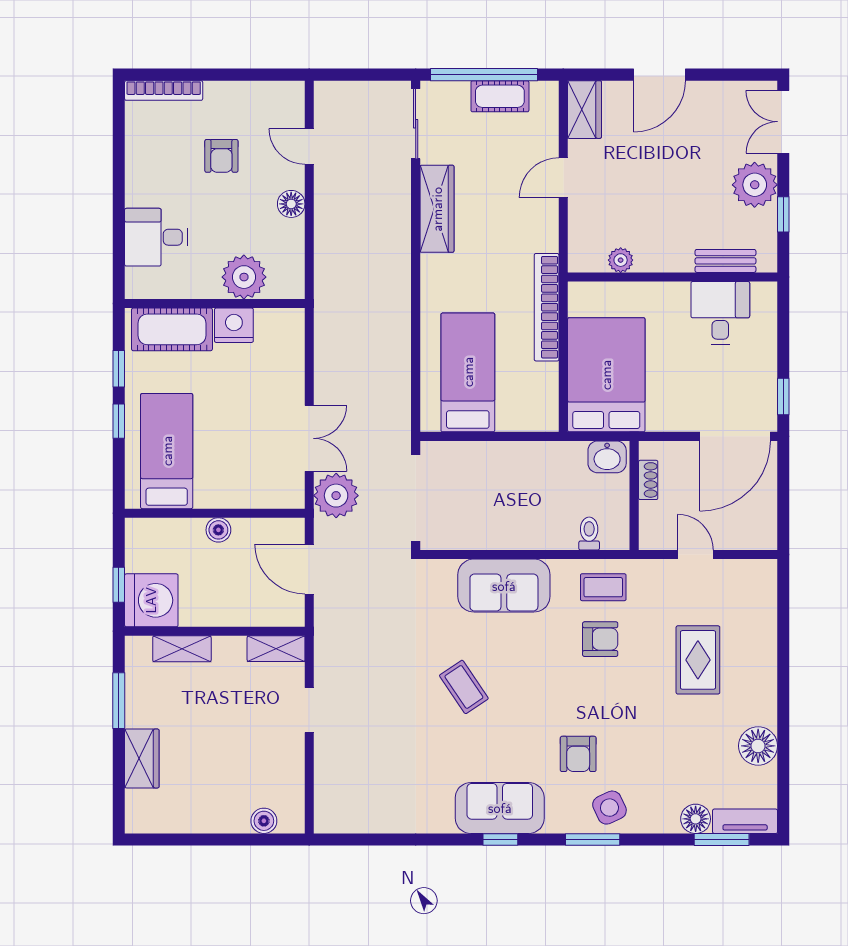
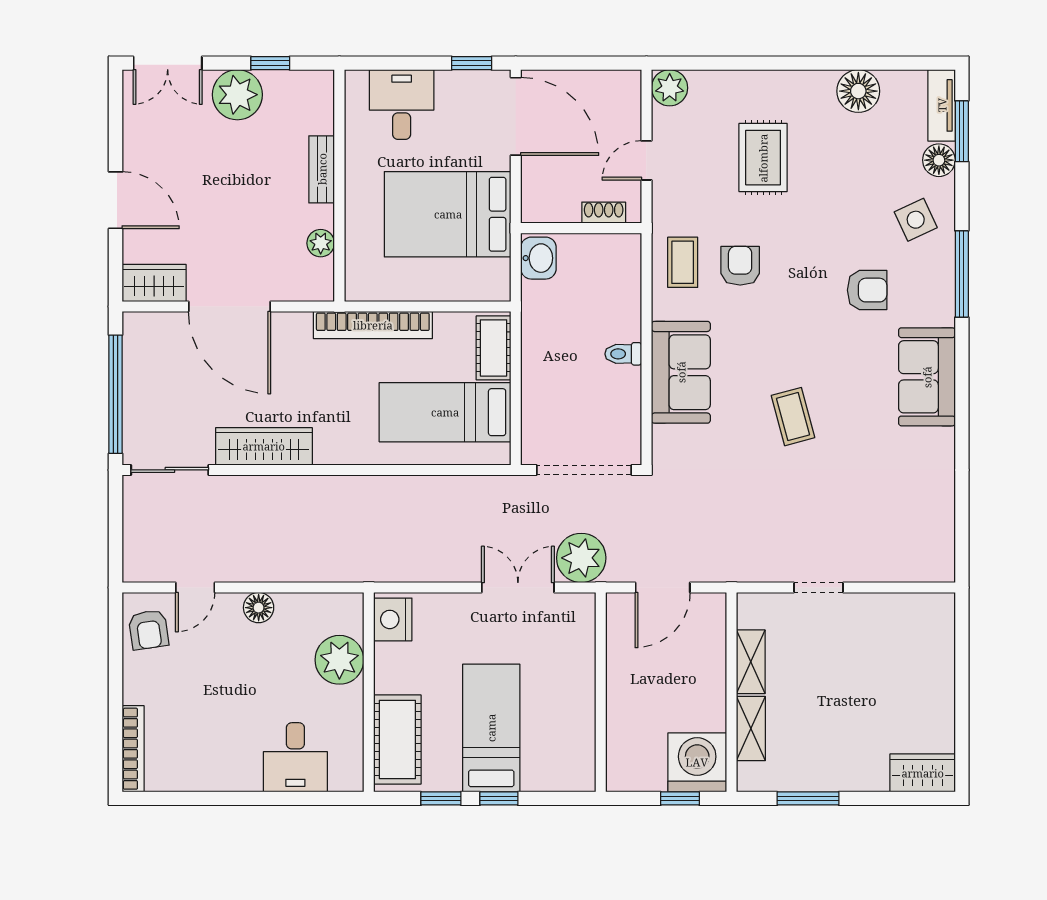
cot: (500, 96) -> (494, 348), moved
armchair: (221, 156) -> (149, 630), moved, turned 82
door: (563, 178) -> (230, 307), width x1.87
bench: (725, 261) -> (322, 169), moved
desk: (720, 313) -> (402, 105), moved, turned 90
nightstand: (234, 325) -> (393, 619), moved
bed: (606, 375) -> (448, 214), moved
bed: (167, 451) -> (491, 728), moved, turned 90
shoe rack: (648, 480) -> (604, 213), moved
boiler: (218, 530) -> (619, 688), removed
toilet: (589, 534) -> (623, 354), moved
plant: (761, 575) -> (670, 88), added
shelving: (276, 649) -> (751, 662), moved
rug: (698, 660) -> (763, 158), turned 90
coffee table: (464, 687) -> (793, 417), turned -71
wardrobe: (142, 758) -> (923, 773), moved
side table: (609, 808) -> (916, 220), moved
boiler: (264, 821) -> (941, 638), removed
window: (500, 840) -> (962, 376), removed
window: (593, 840) -> (962, 274), width x1.44

